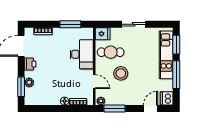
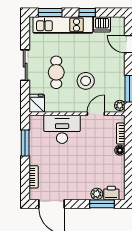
cafe table: (111, 52) -> (56, 72), moved
printer: (30, 64) -> (111, 193), moved
window: (176, 75) -> (87, 12), width x0.46
dishwasher: (167, 98) -> (102, 24), moved

